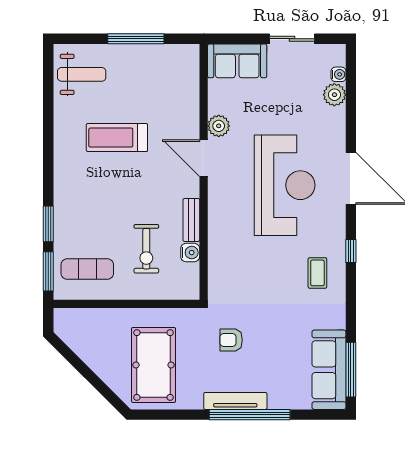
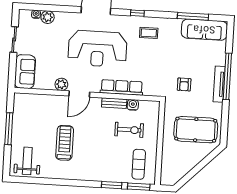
treadmill: (117, 138) -> (65, 143), turned 180
reception desk: (285, 185) -> (97, 49), turned 180
row of seats: (220, 231) -> (122, 87), added
window: (351, 370) -> (193, 16), moved

